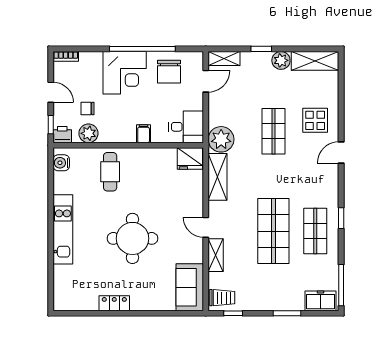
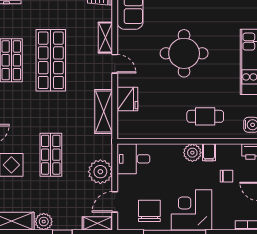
plant: (88, 133) -> (192, 153), moved
filing cabinet: (144, 134) -> (209, 152), moved
plant: (221, 139) -> (100, 172), moved
fridge: (190, 158) -> (127, 99), moved, turned 90
cafe table: (110, 172) -> (205, 116), turned 90

